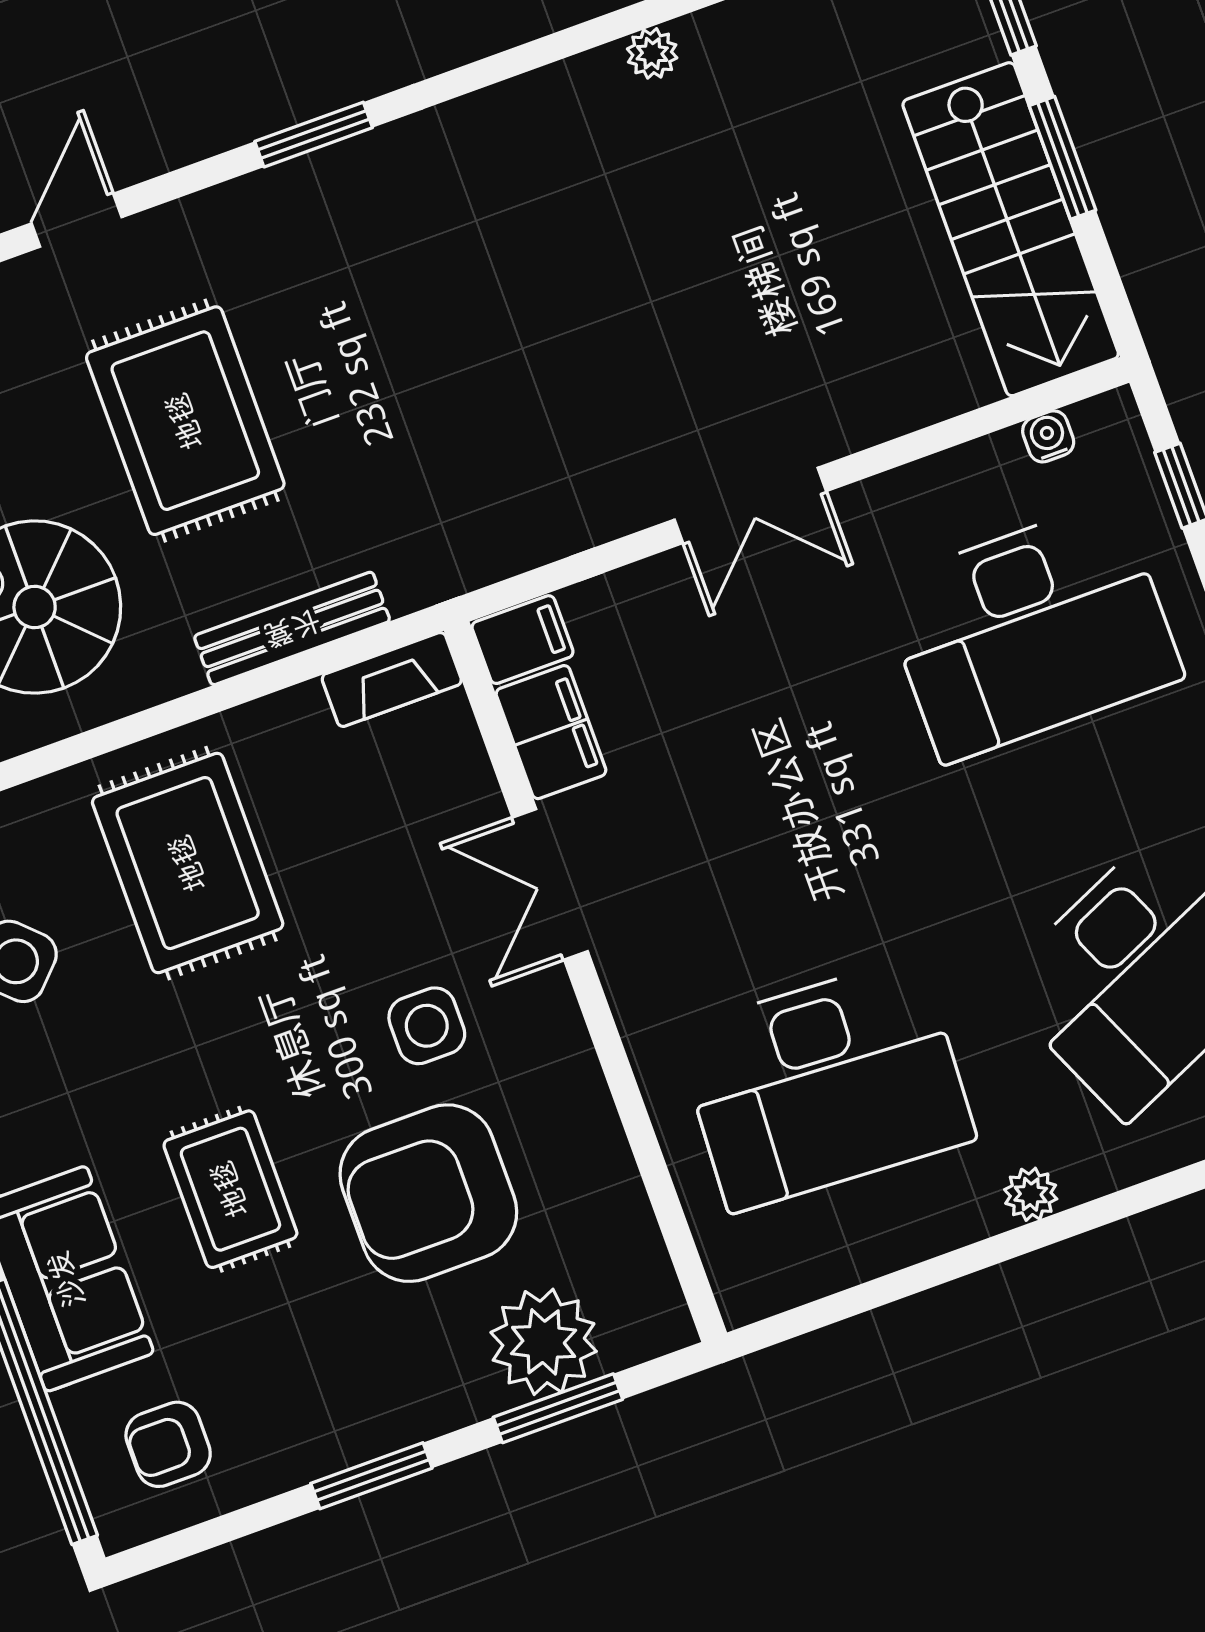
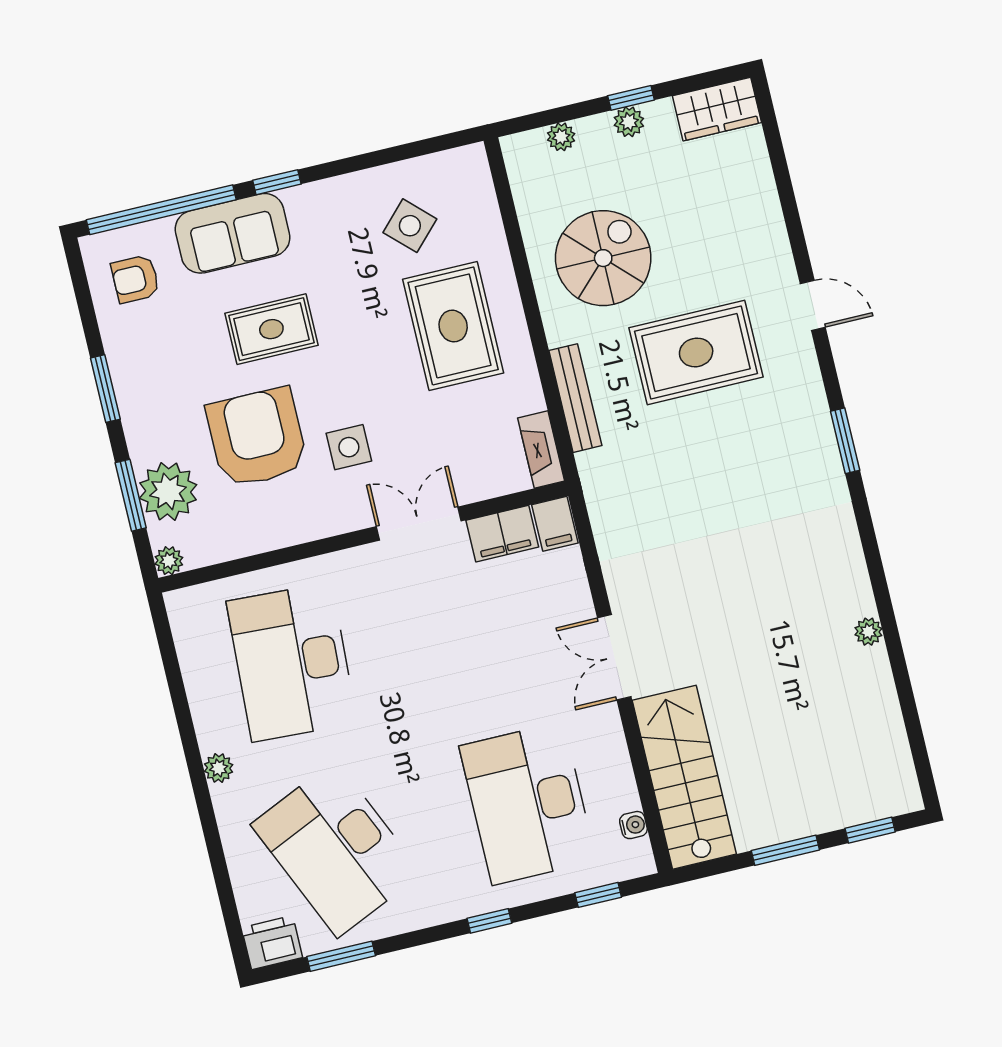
stairs: (1011, 229) -> (684, 777), moved, turned 90
rug: (188, 863) -> (453, 326), turned 90
plant: (668, 1326) -> (169, 561), added
armchair: (168, 1444) -> (135, 279), turned -90

